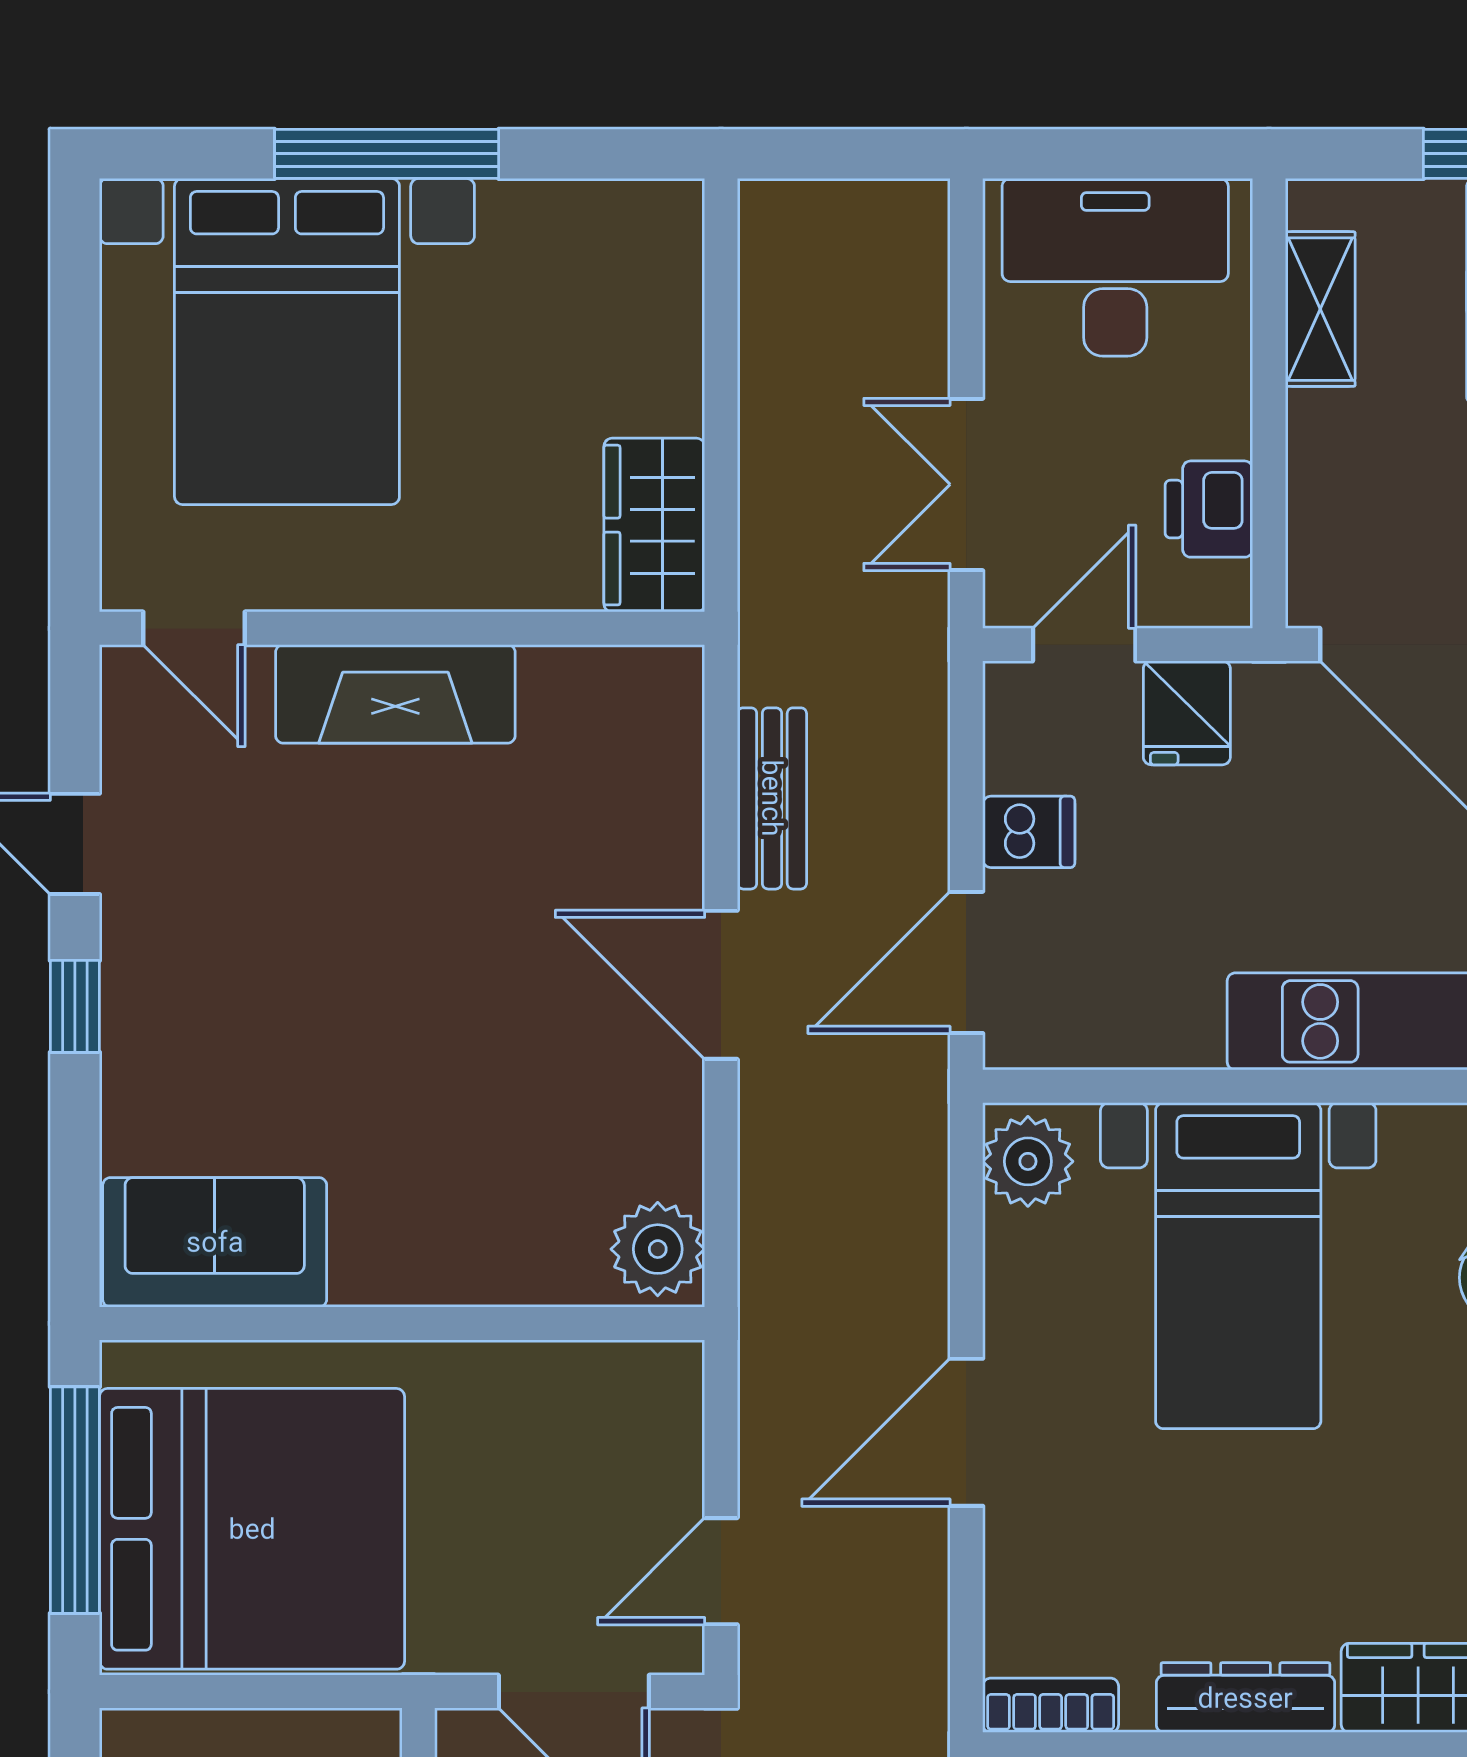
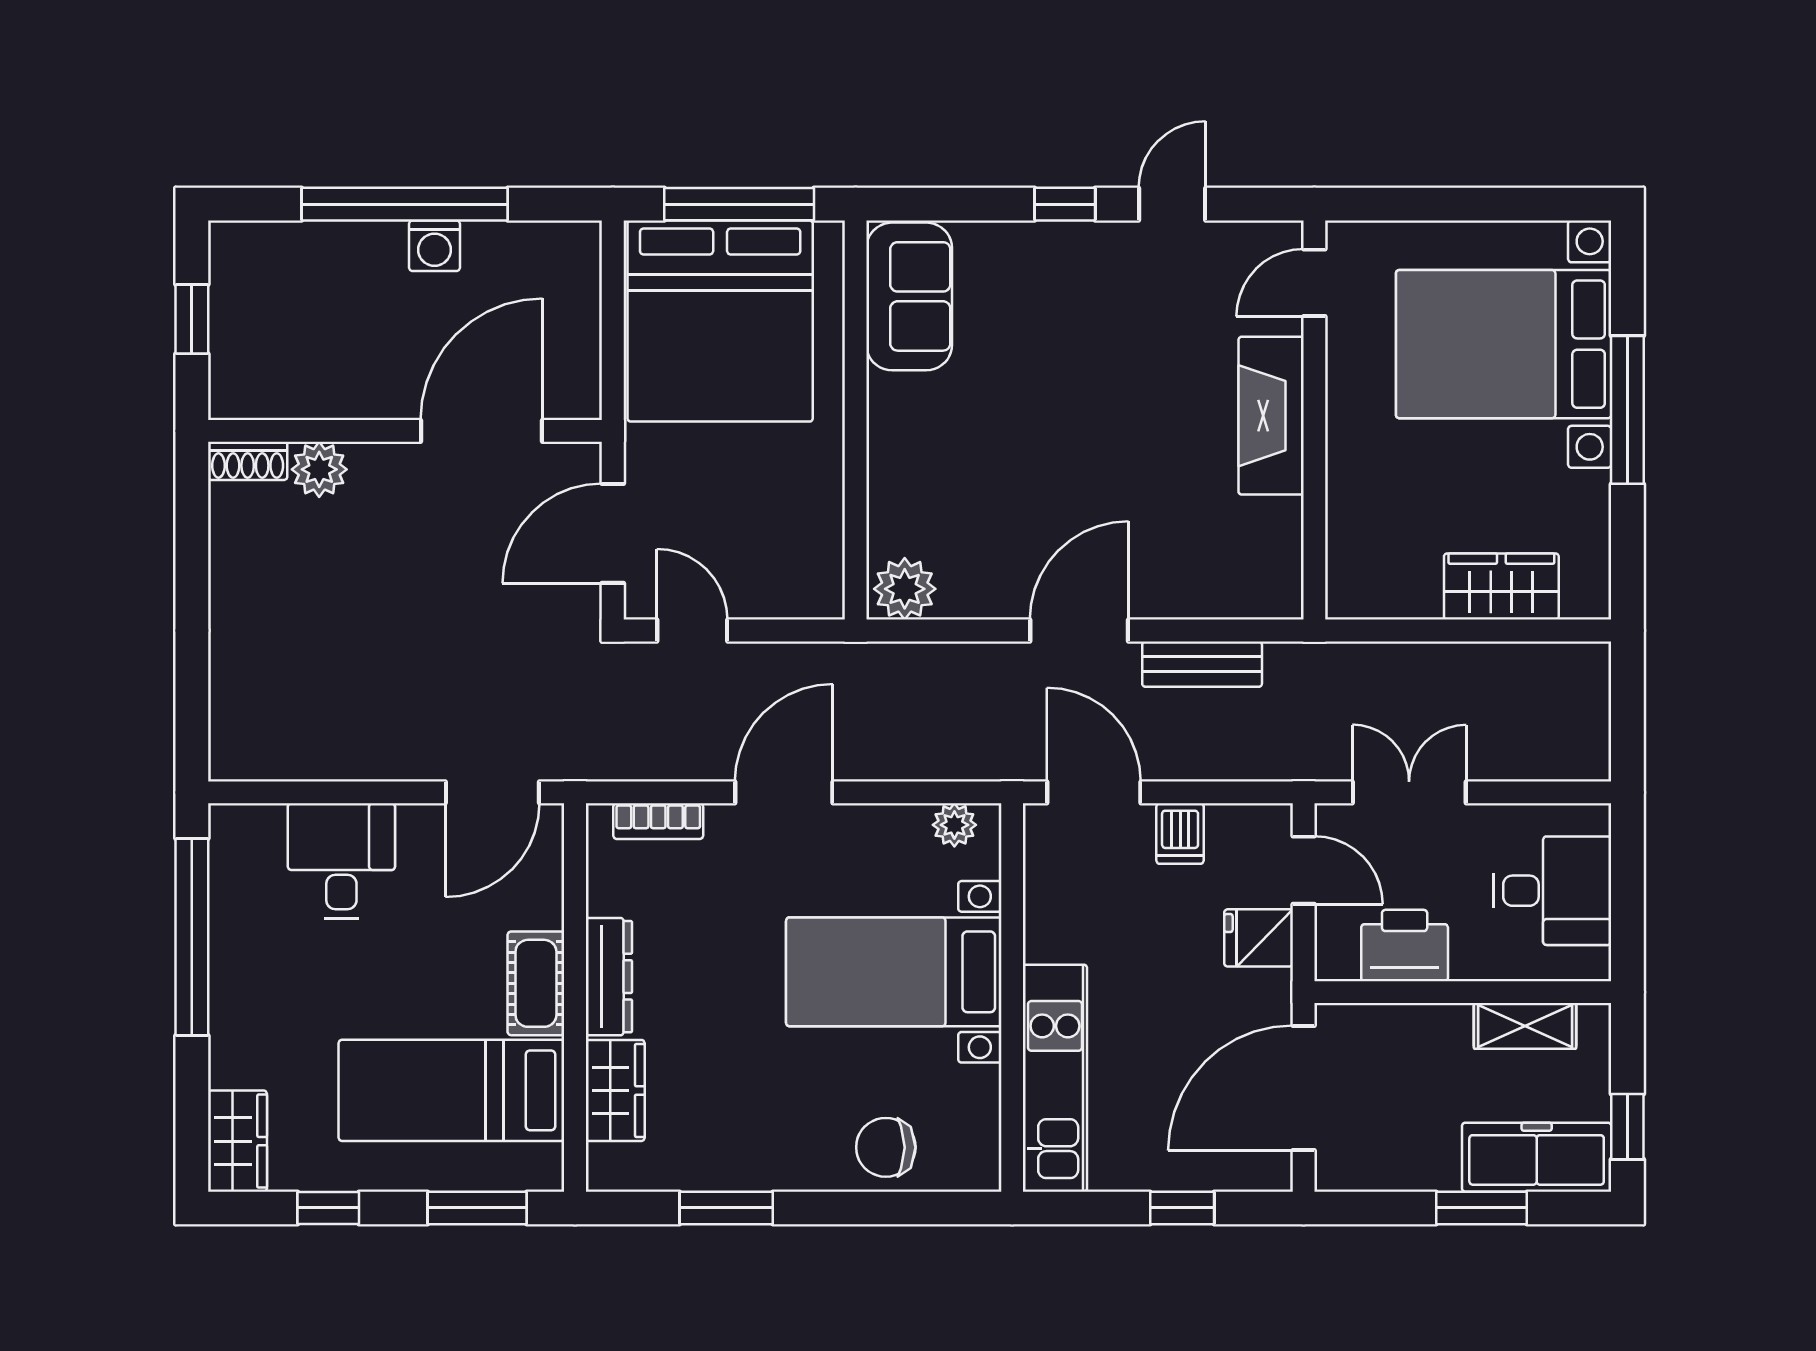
desk: (1115, 267) -> (1553, 891), width x0.73
printer: (1209, 509) -> (1405, 946), width x1.36, depth x1.24
wardrobe: (654, 525) -> (1501, 586), moved
plant: (1028, 1161) -> (954, 825), width x0.73, depth x0.73
door: (966, 1432) -> (784, 792), hinge flipped
bookcase: (1051, 1705) -> (658, 821), moved, turned 90

